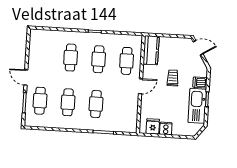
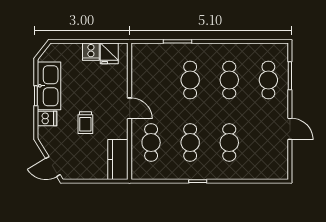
door: (26, 77) -> (290, 129), moved
door: (141, 86) -> (130, 108), swing flipped

